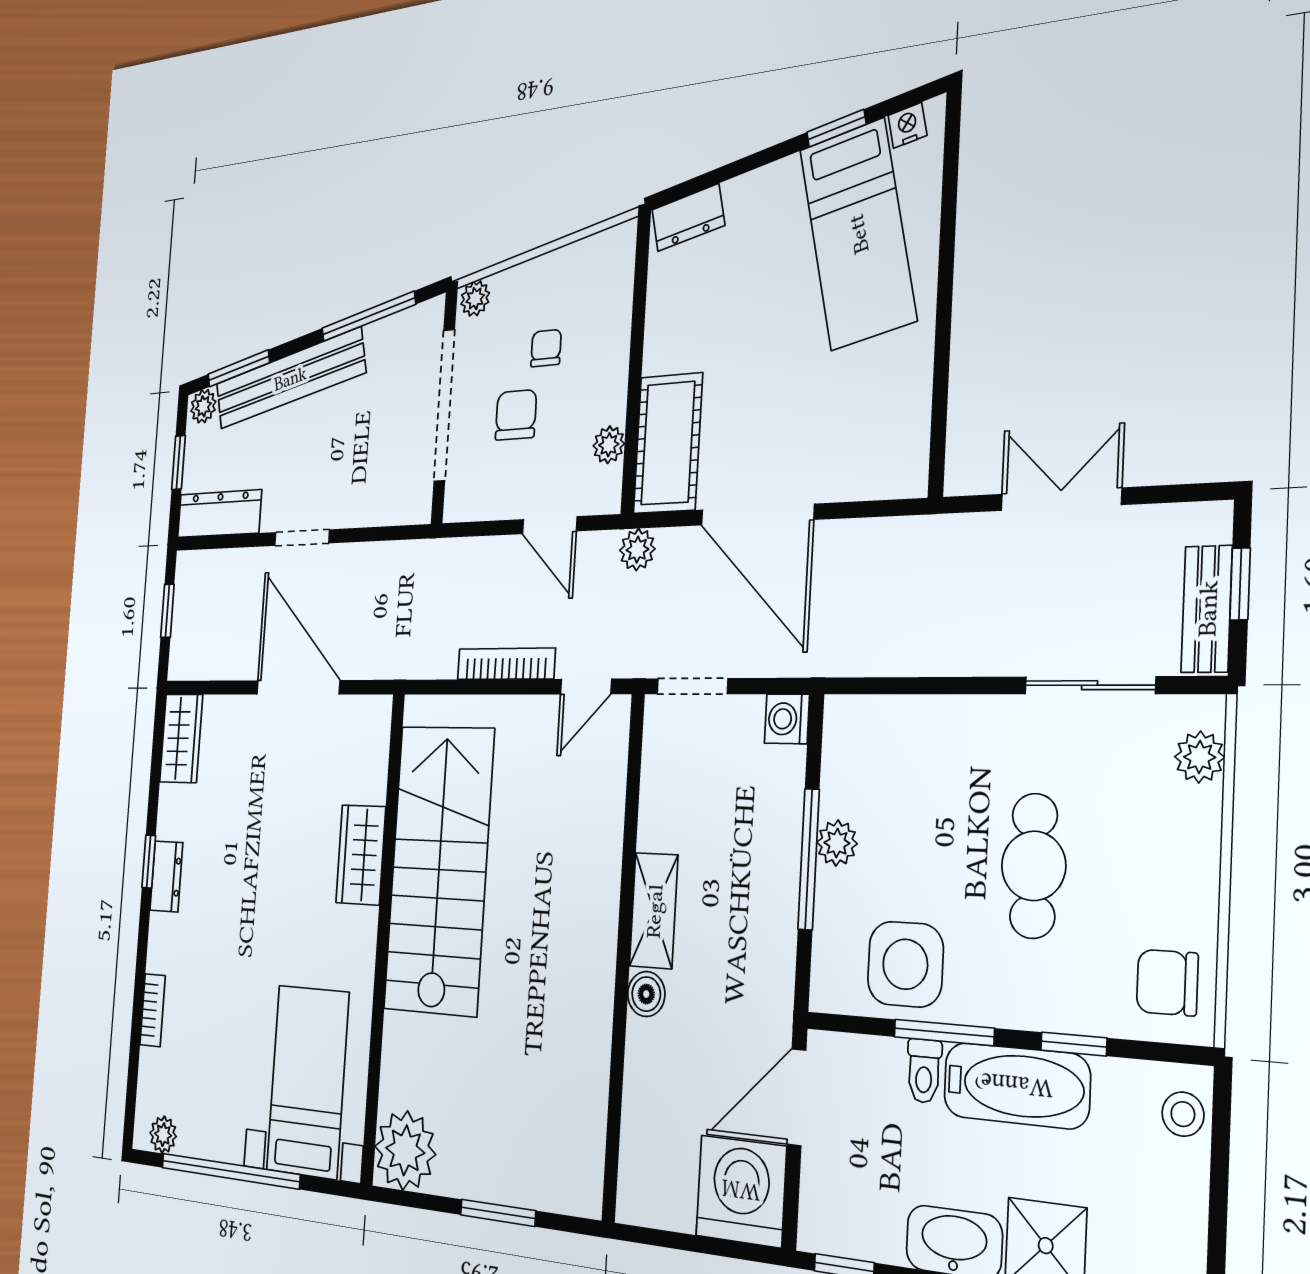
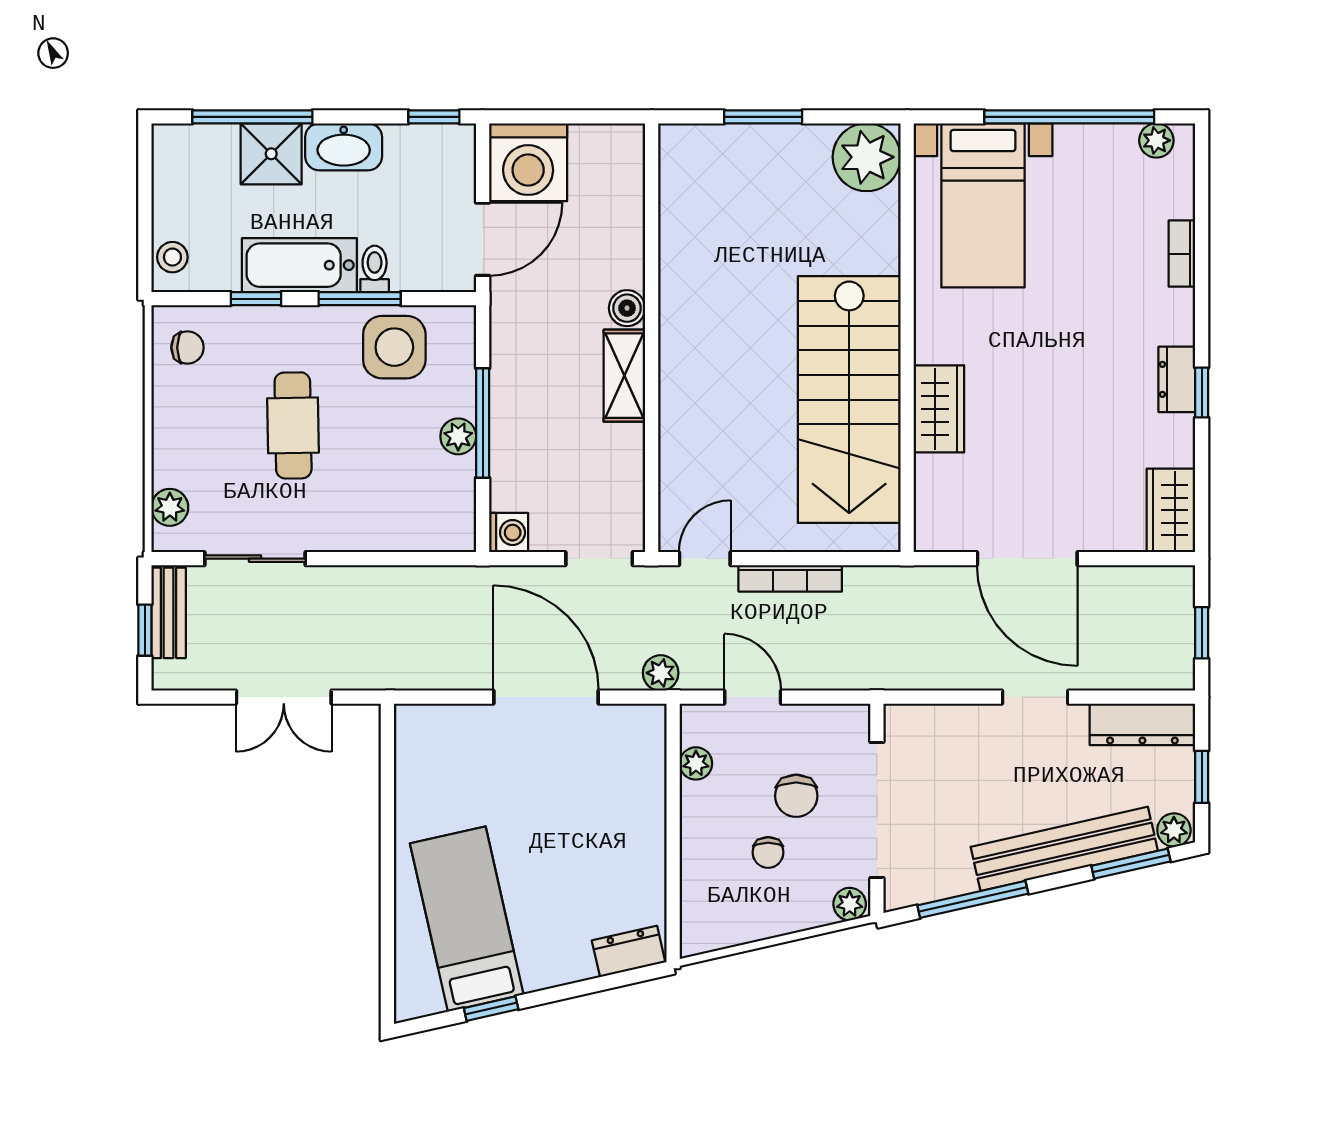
nightstand: (908, 125) -> (427, 1002), removed
cot: (668, 443) -> (636, 761), removed
chair: (1167, 983) -> (187, 347), width x0.73, depth x0.73

